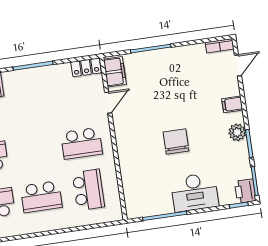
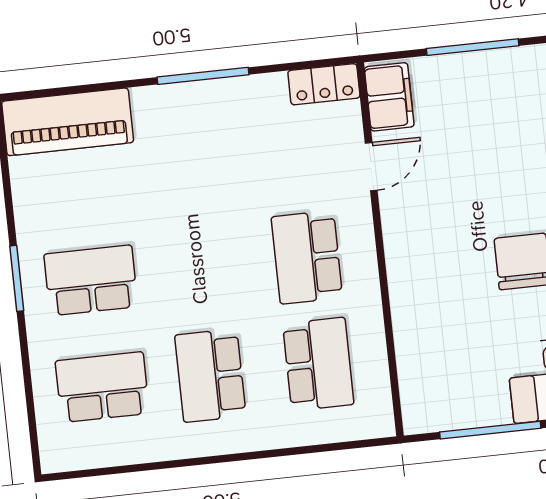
school desk: (82, 143) -> (307, 257), turned 90
school desk: (41, 197) -> (210, 376), turned 90

